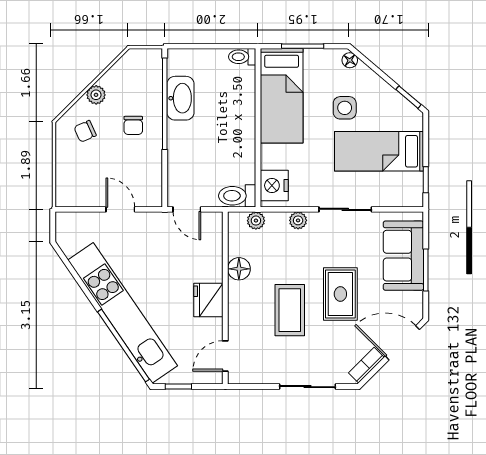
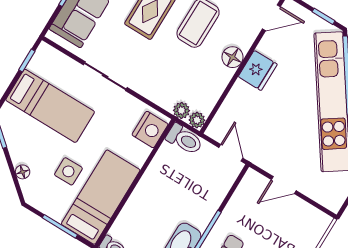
floor lamp: (350, 60) -> (23, 172), moved
side table: (345, 108) -> (68, 171), moved
door: (120, 209) -> (284, 185), hinge flipped
plant: (298, 220) -> (197, 120), moved
floor lamp: (239, 269) -> (233, 57), moved

